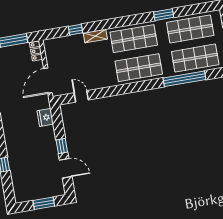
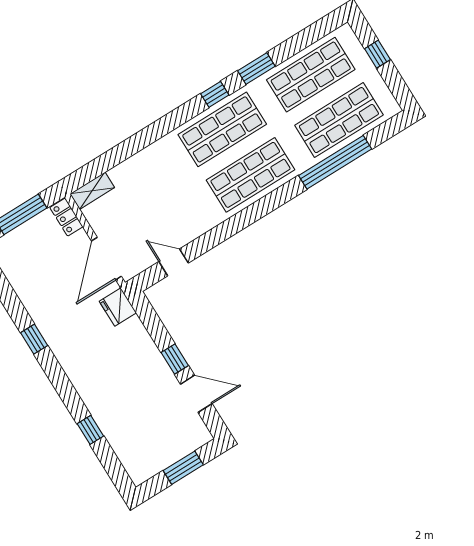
window: (76, 30) -> (215, 94), moved
shelving: (95, 36) -> (92, 191), moved
fridge: (45, 117) -> (118, 307), moved

